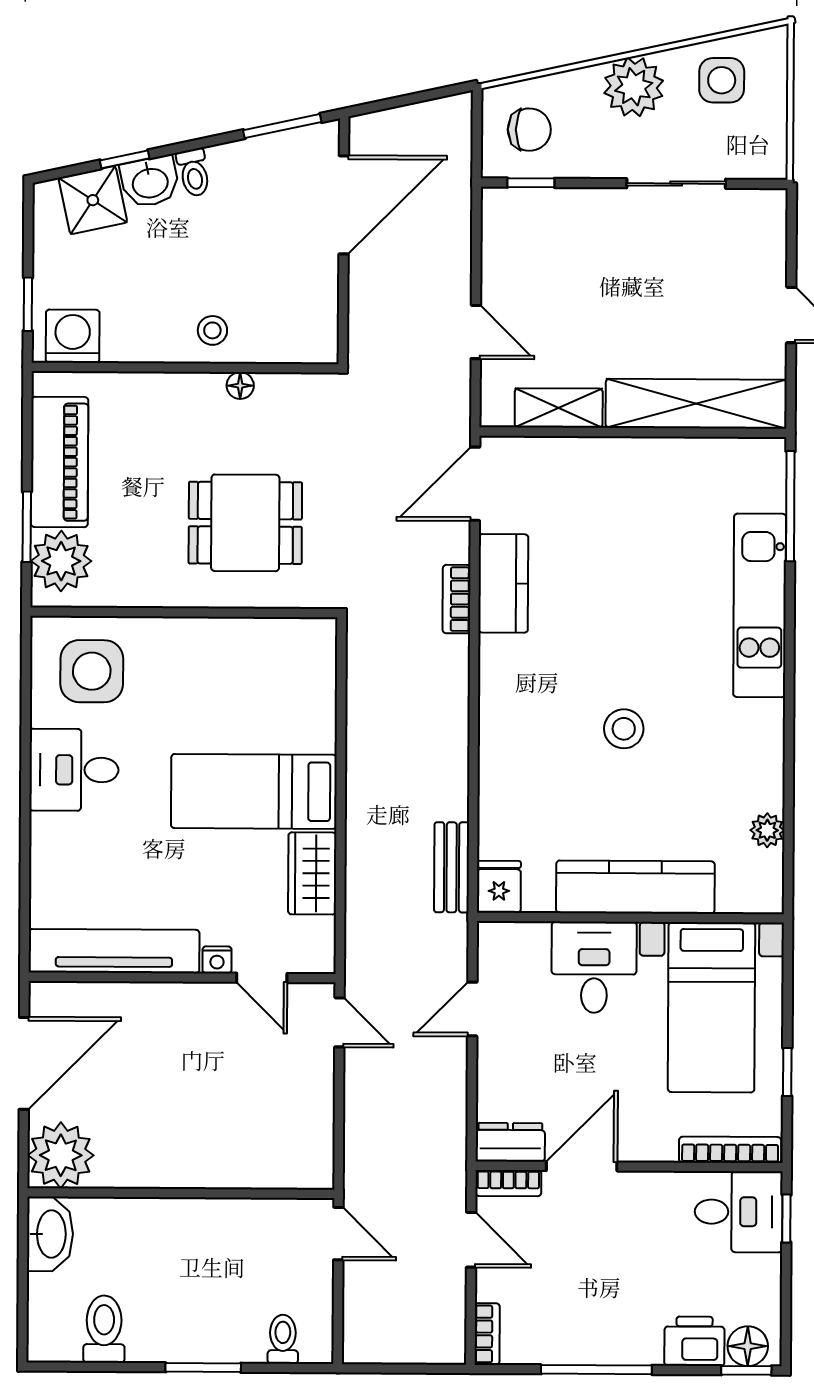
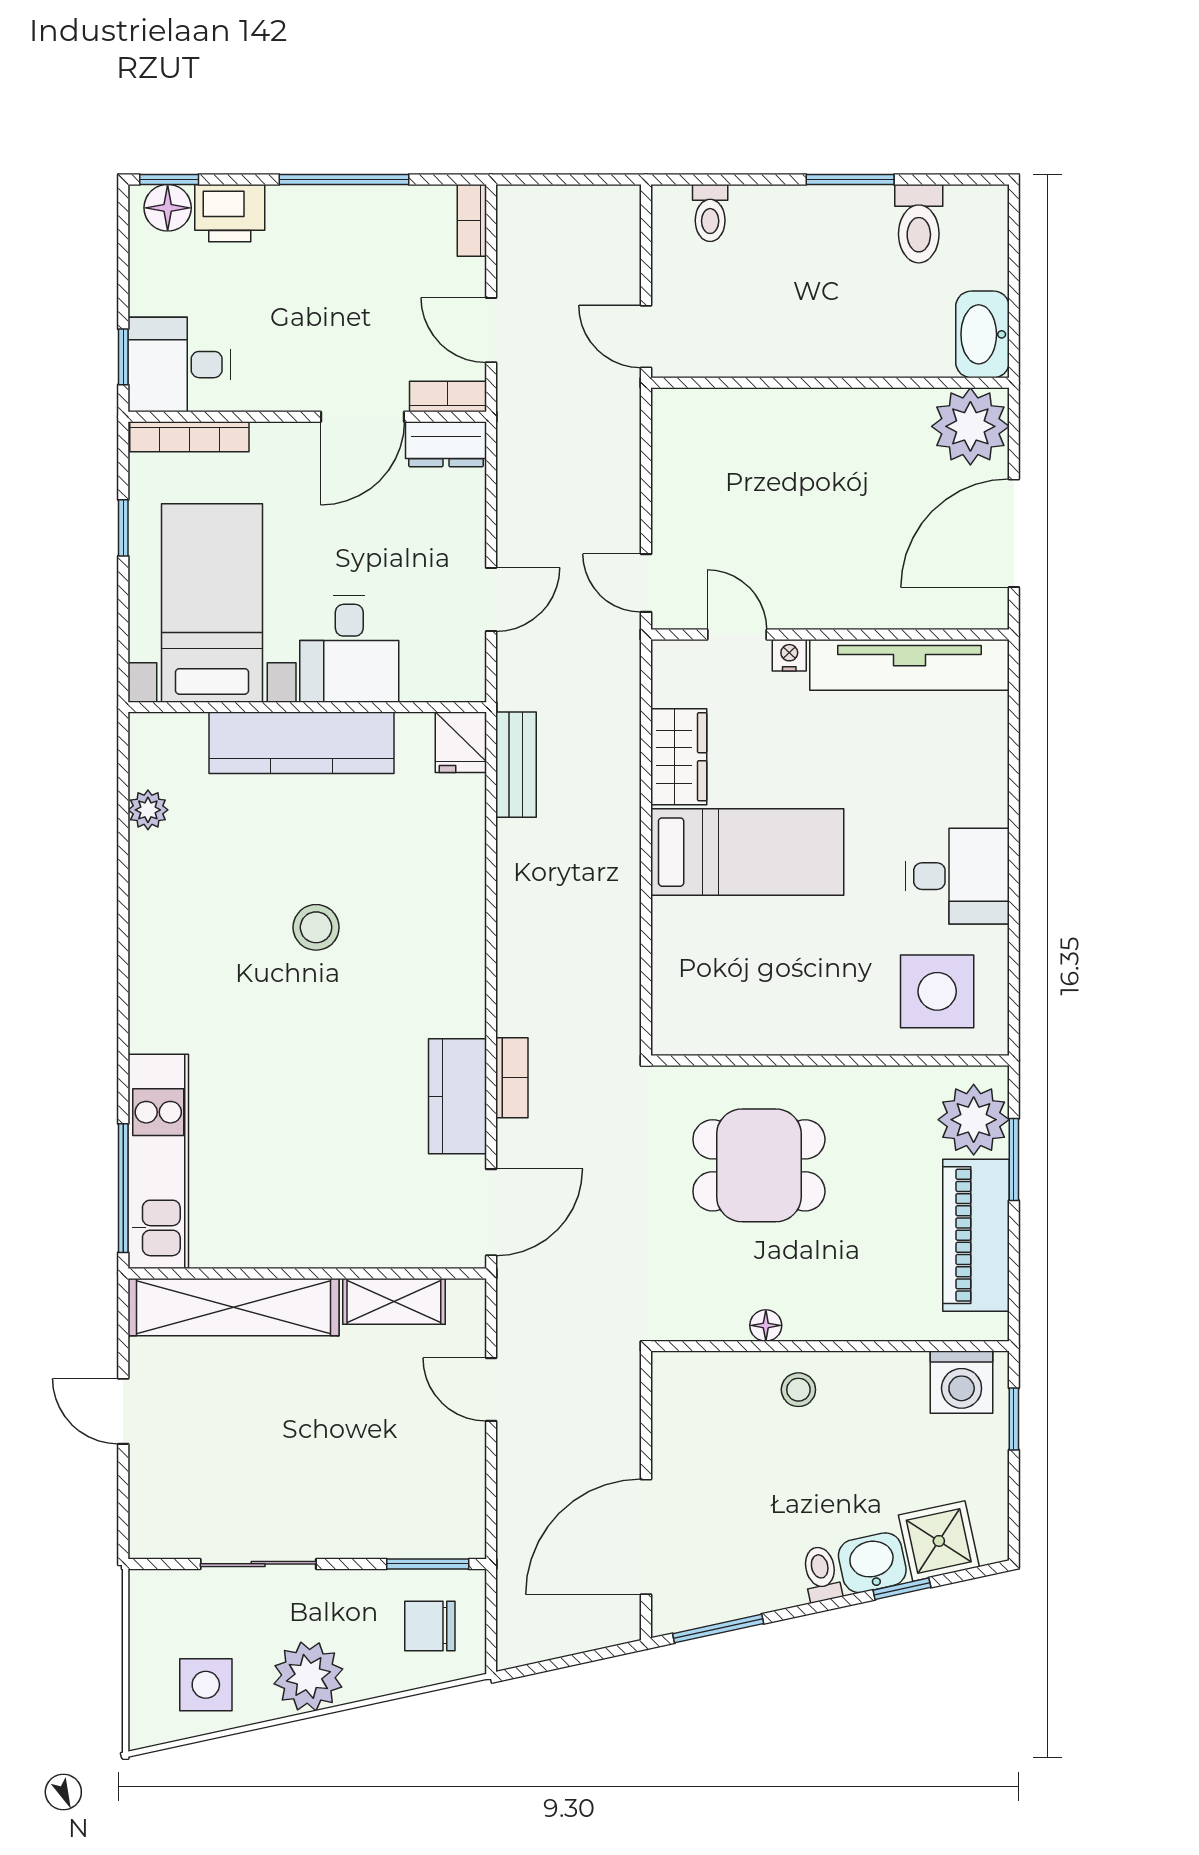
window: (531, 183) -> (428, 1564), width x1.50
kitchen unit: (760, 605) -> (158, 1161), moved
window: (203, 1368) -> (850, 179), moved

